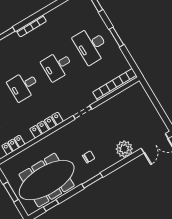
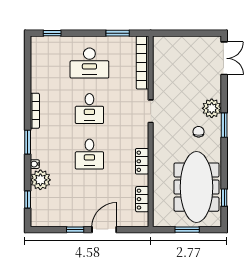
window: (116, 37) -> (118, 33), moved
locker: (47, 125) -> (142, 161), width x0.66
plant: (124, 149) -> (212, 108), moved
window: (92, 181) -> (224, 125), moved

